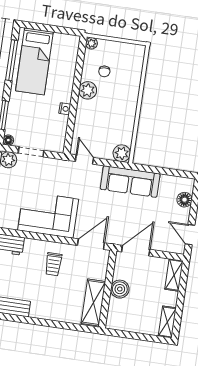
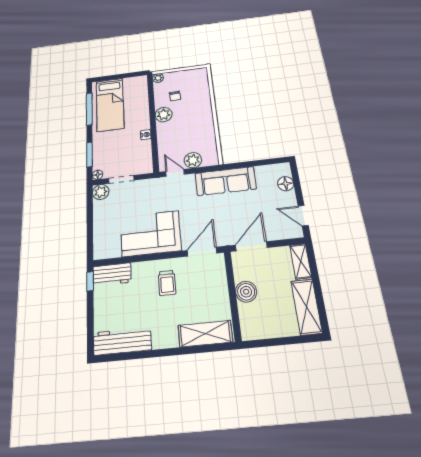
plant: (122, 153) -> (193, 160), moved
shelving: (93, 303) -> (205, 334), moved, turned 90
shelving: (167, 322) -> (307, 307), width x1.50, depth x1.33

